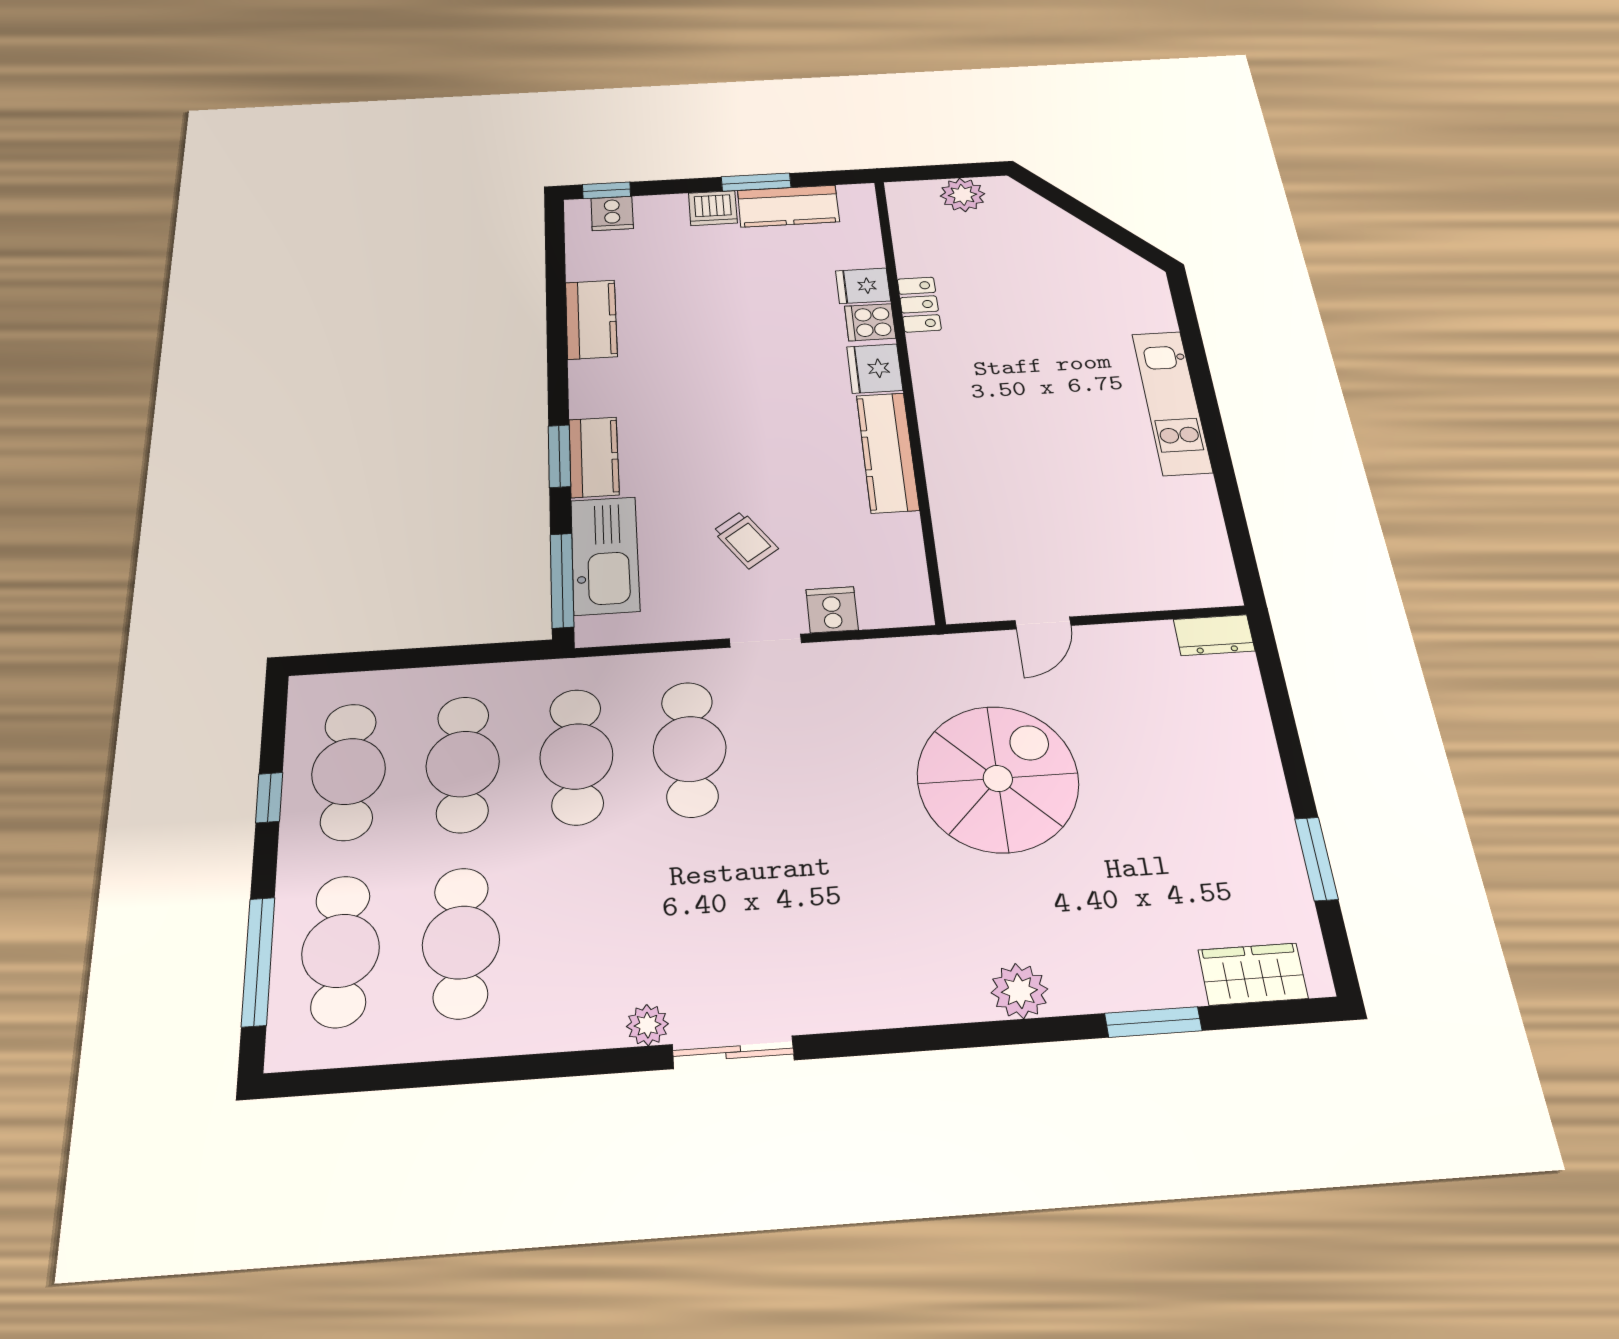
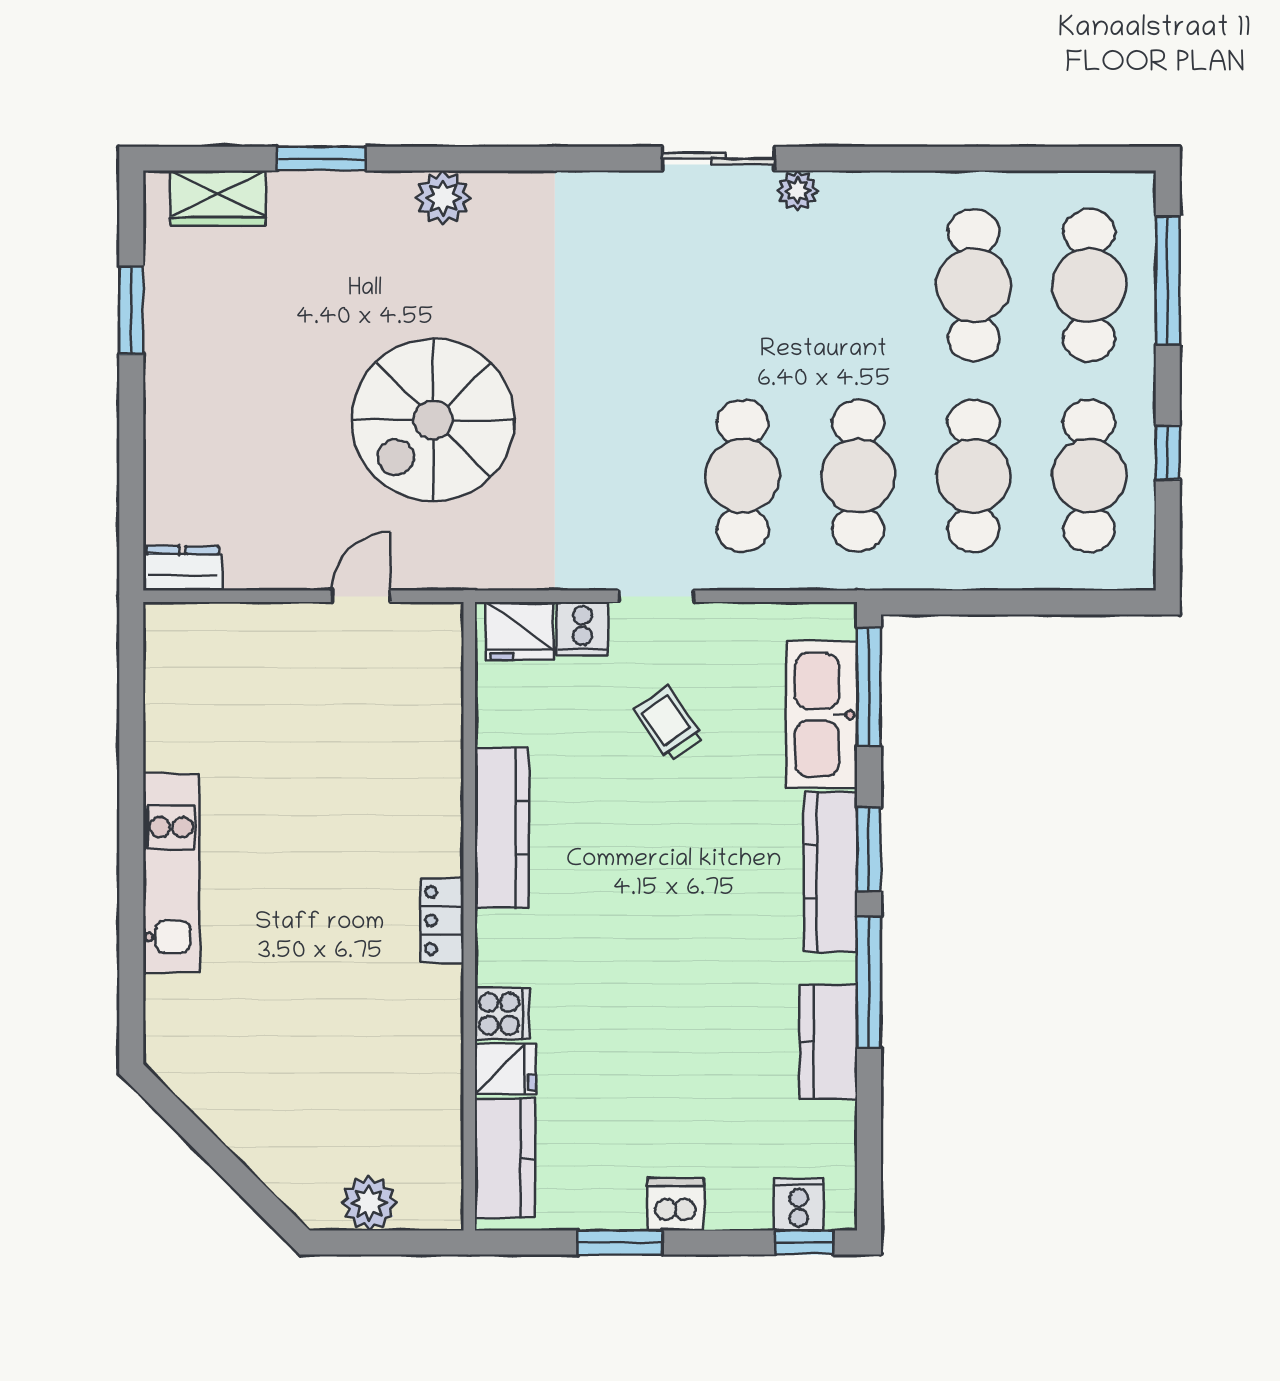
kitchen counter: (788, 206) -> (505, 1158), moved, turned 90
locker: (919, 304) -> (442, 921), moved
window: (557, 362) -> (869, 982), added
fridge: (875, 368) -> (519, 631), moved, turned 90
kitchen counter: (594, 457) -> (830, 872), width x1.50

